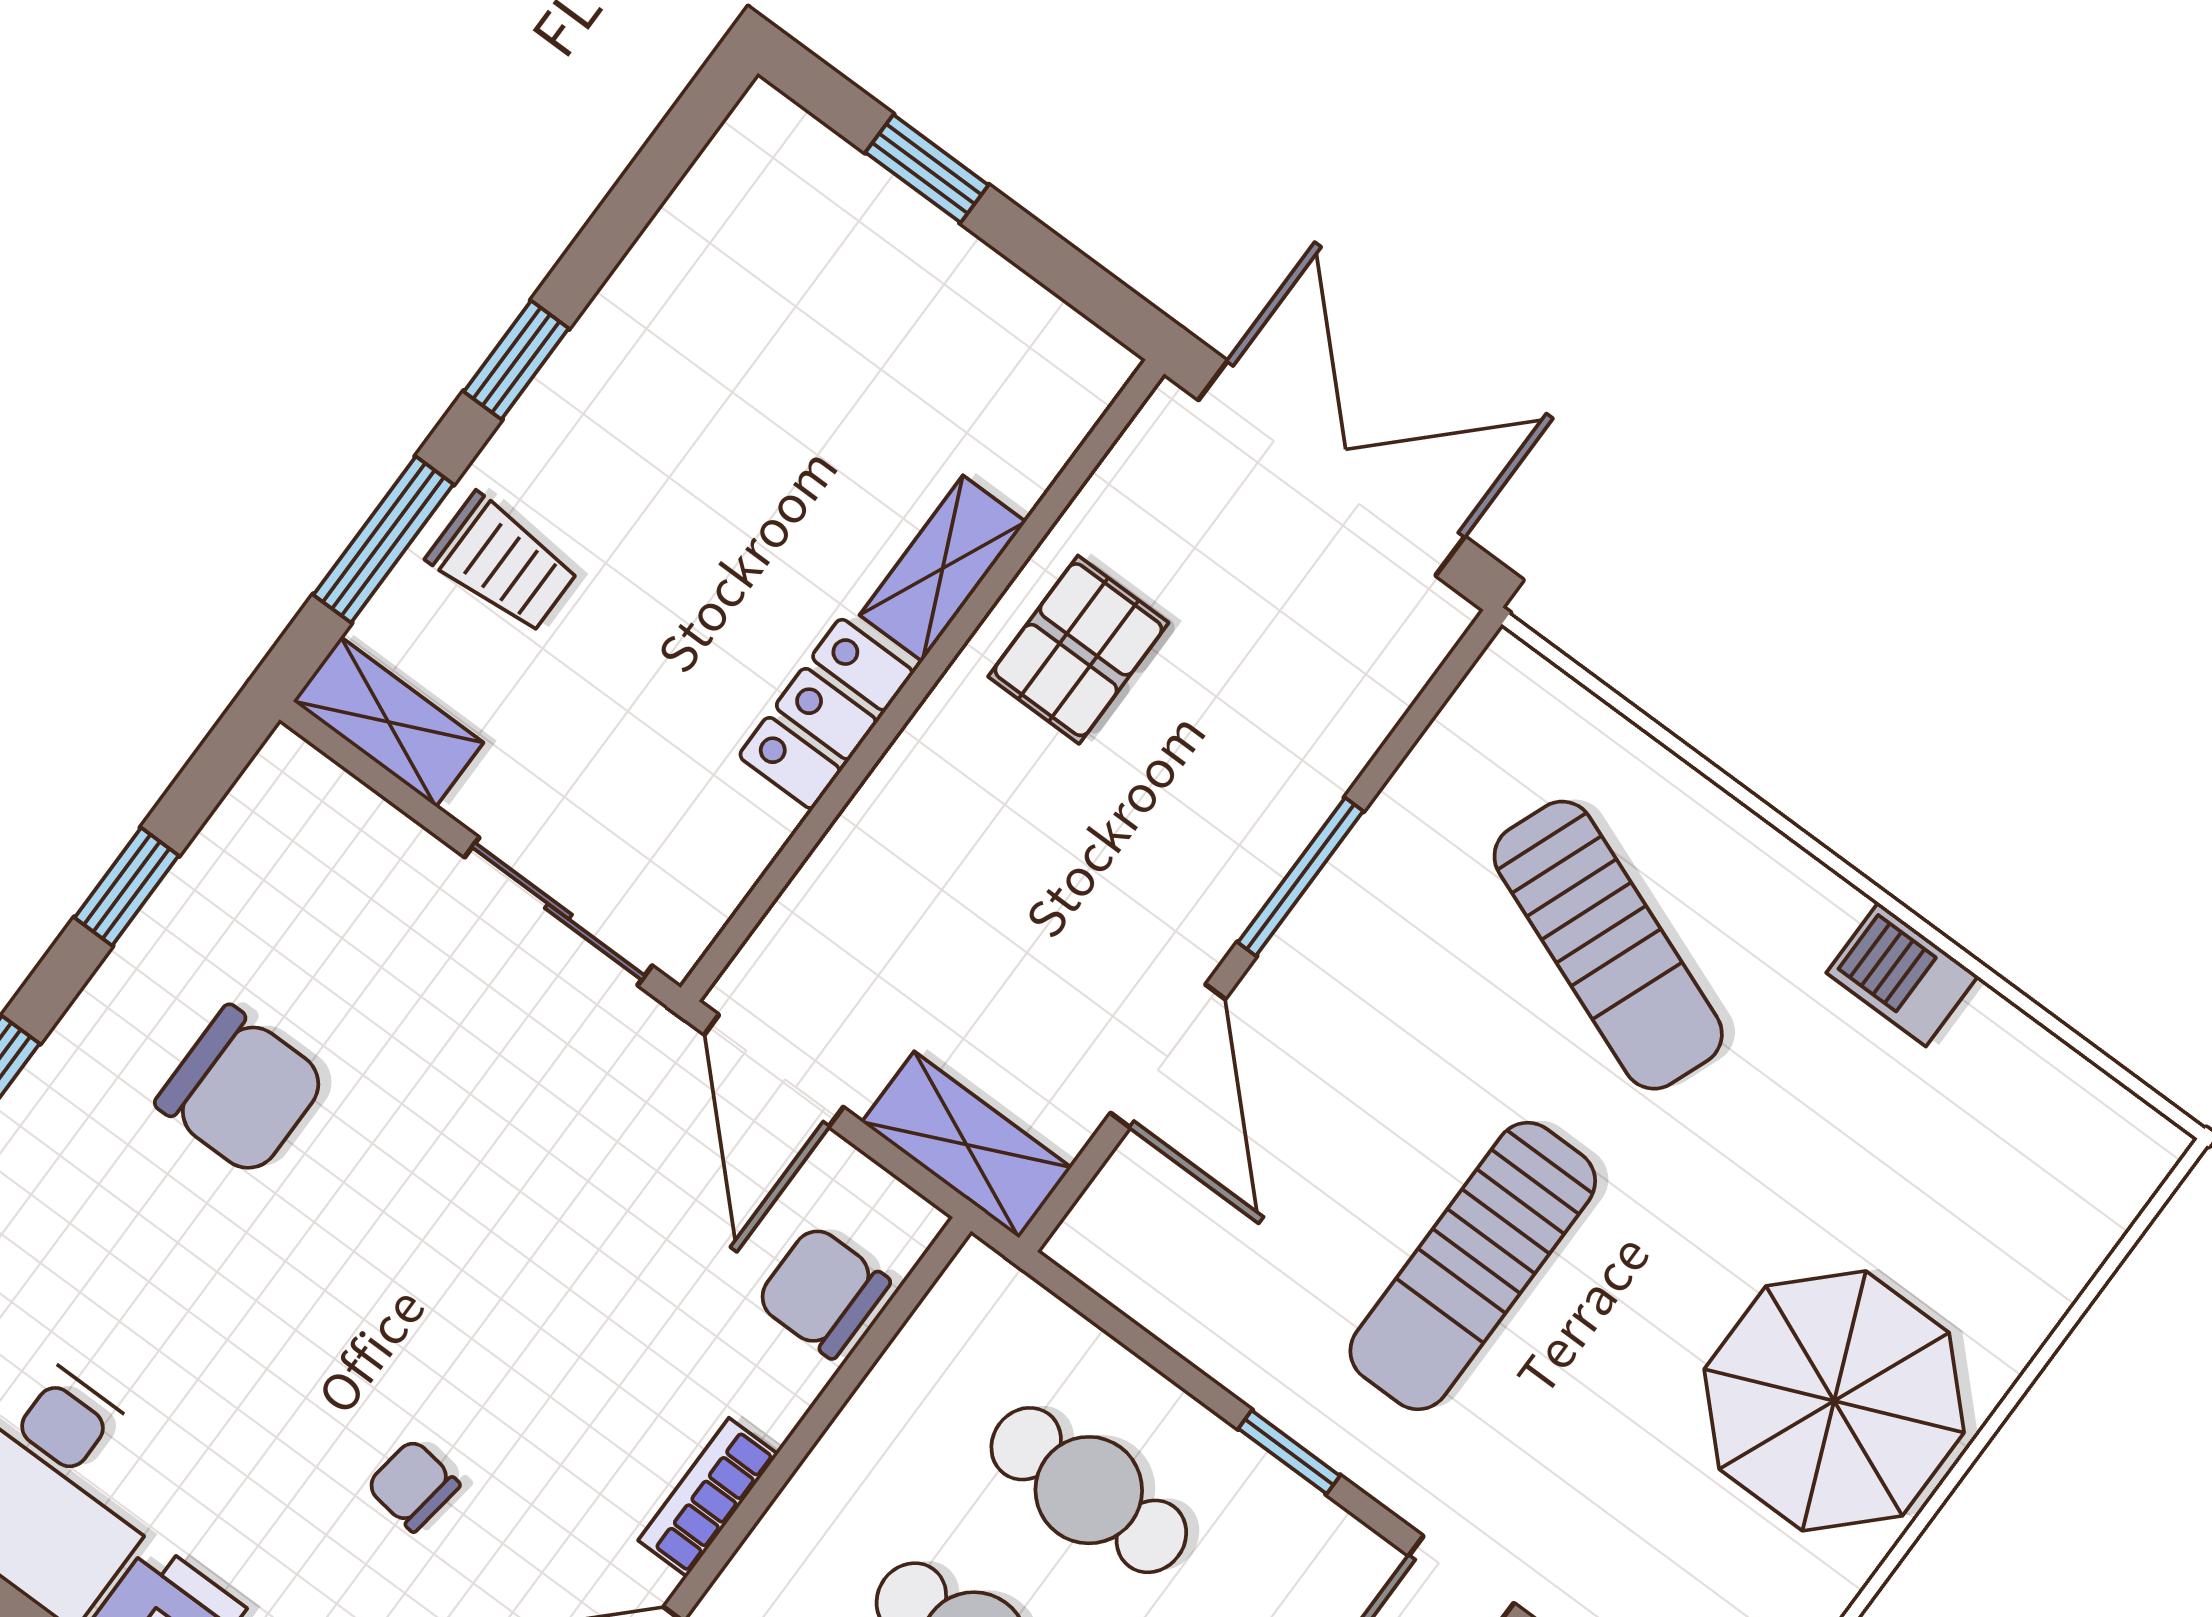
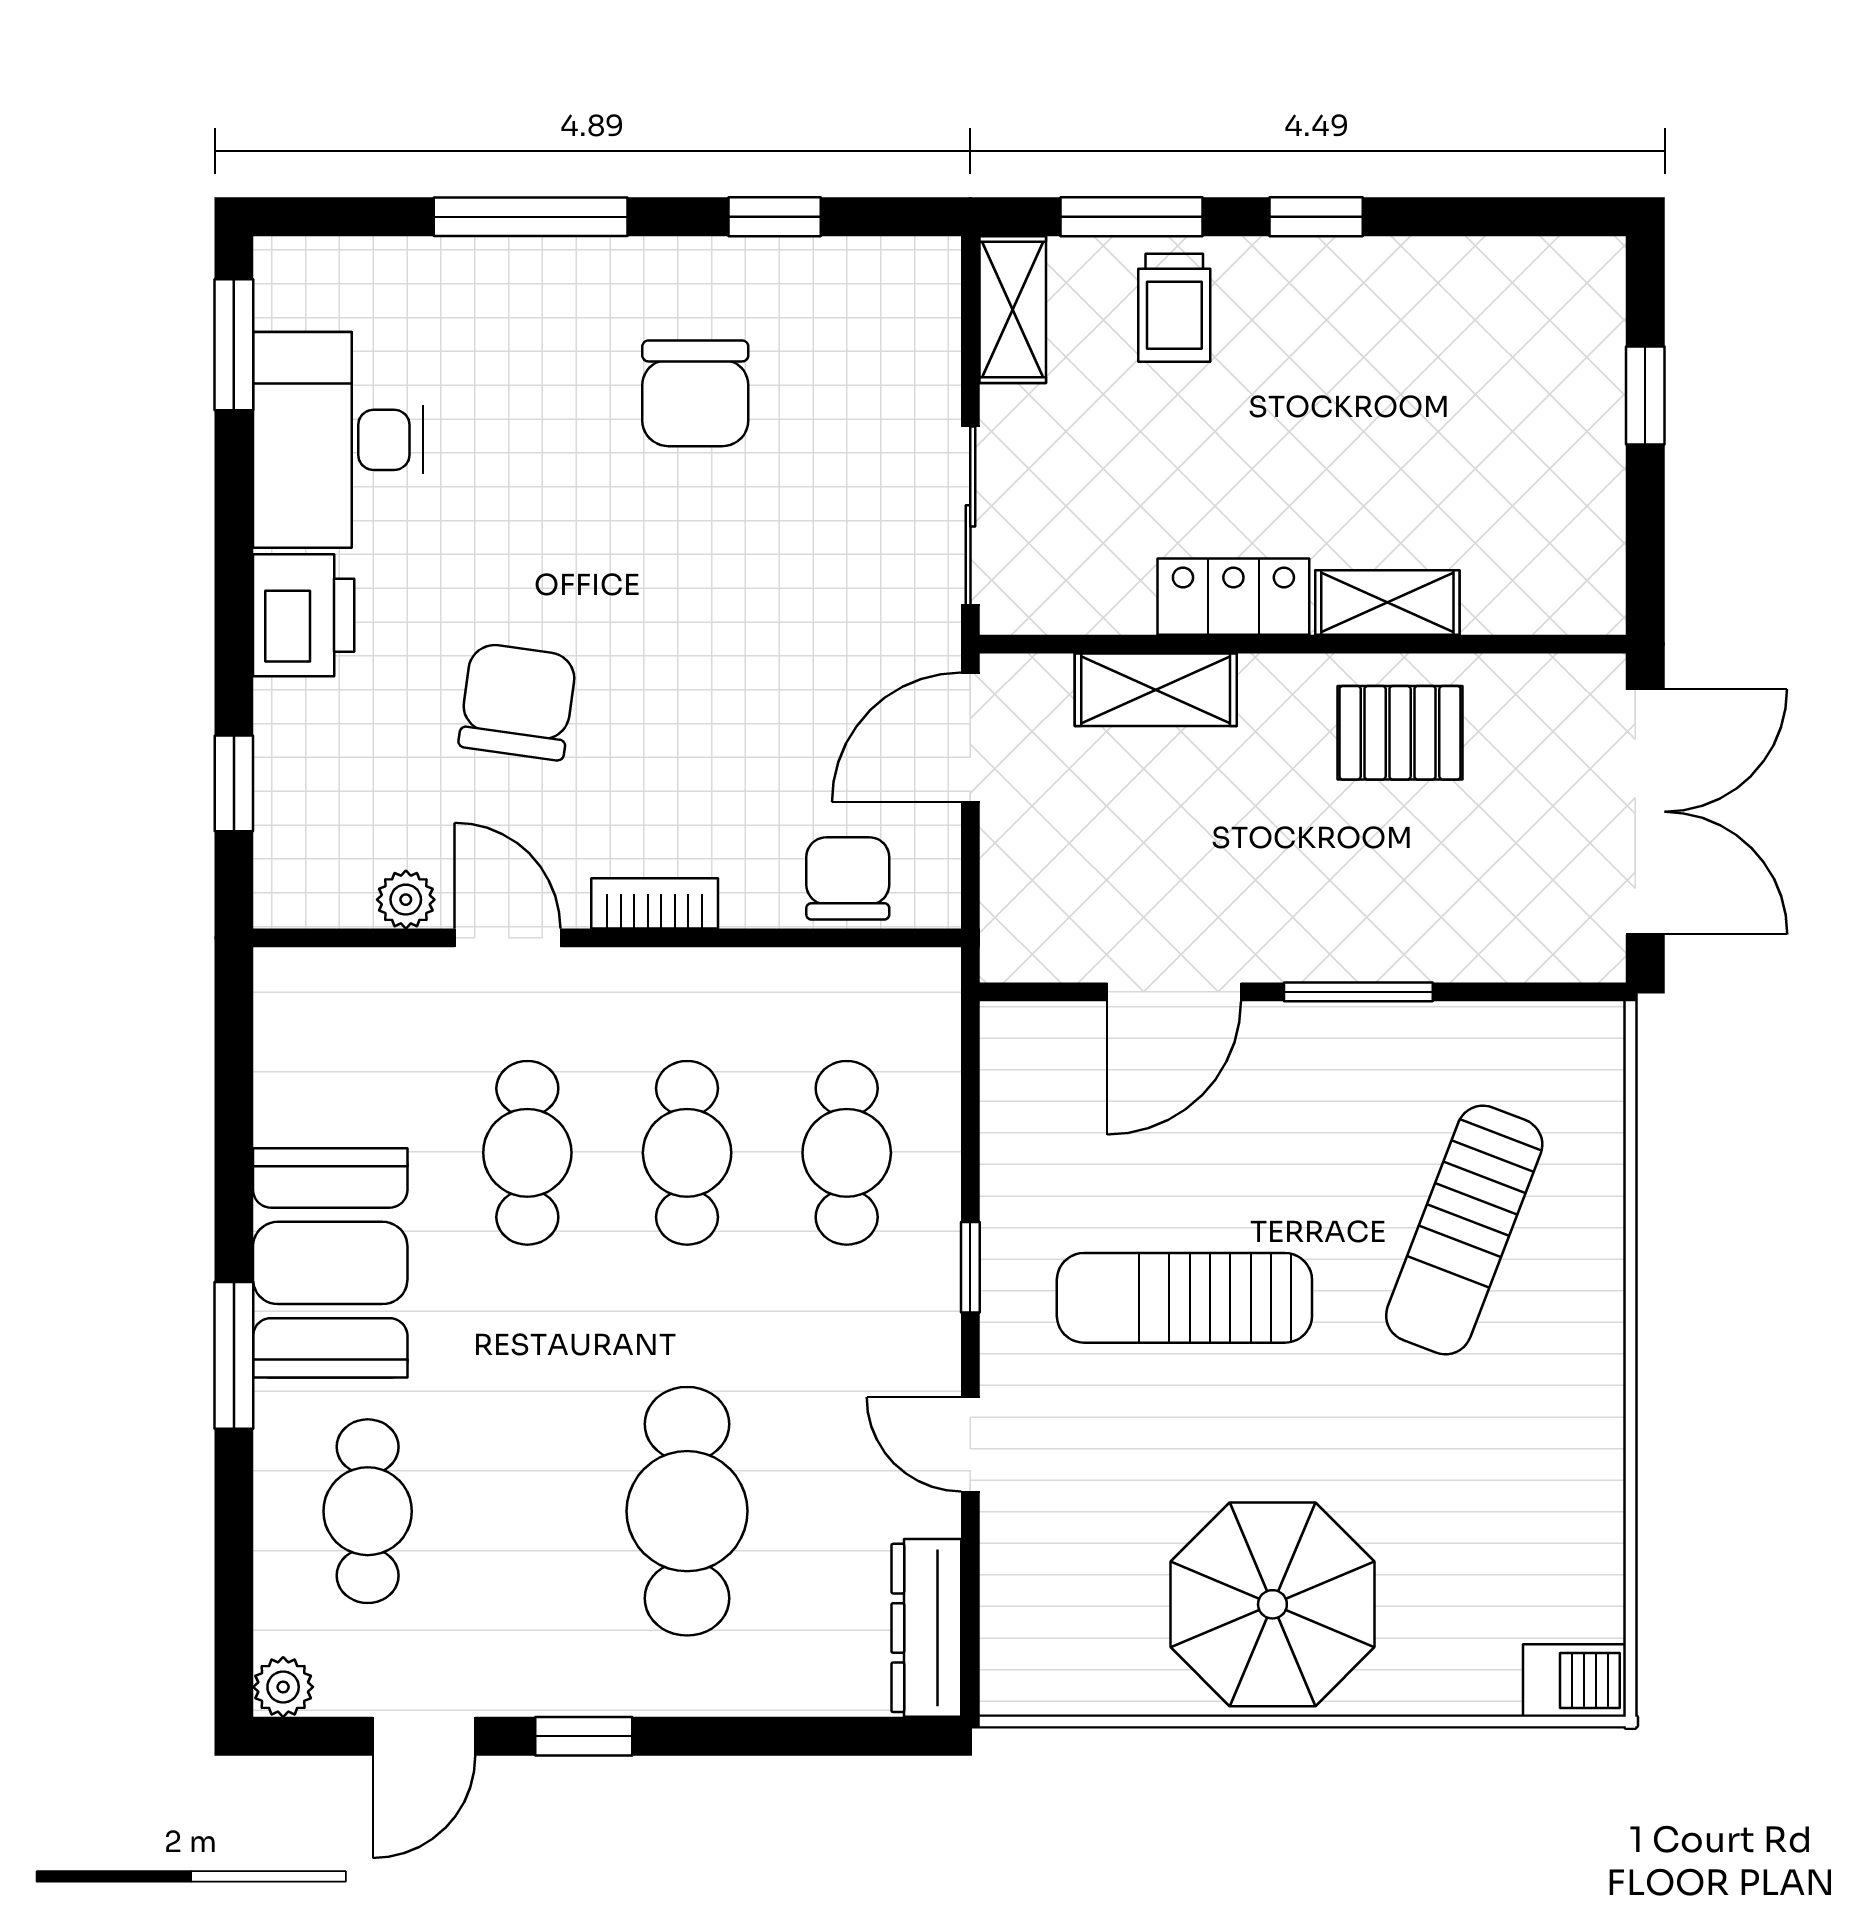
barbecue: (1902, 974) -> (1575, 1680), moved, turned 90
shelving: (967, 1145) -> (1156, 690), moved, turned 90
chair: (413, 1485) -> (518, 701), width x1.87, depth x1.87

